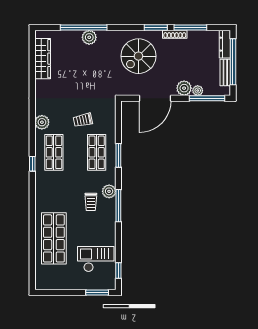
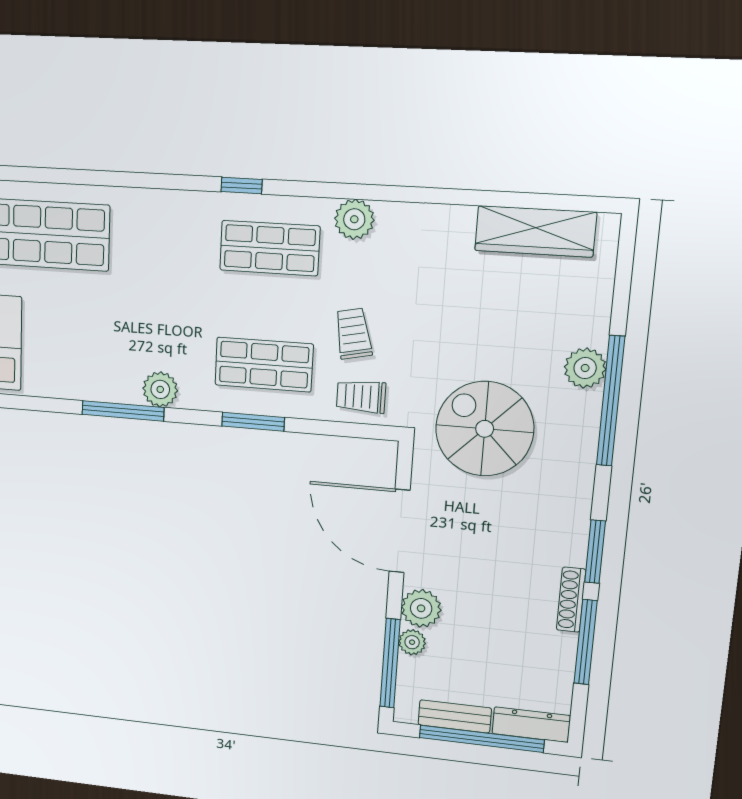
window: (84, 27) -> (611, 401), moved
spiral stairs: (138, 56) -> (485, 429), moved
trolley: (91, 202) -> (361, 396), moved

